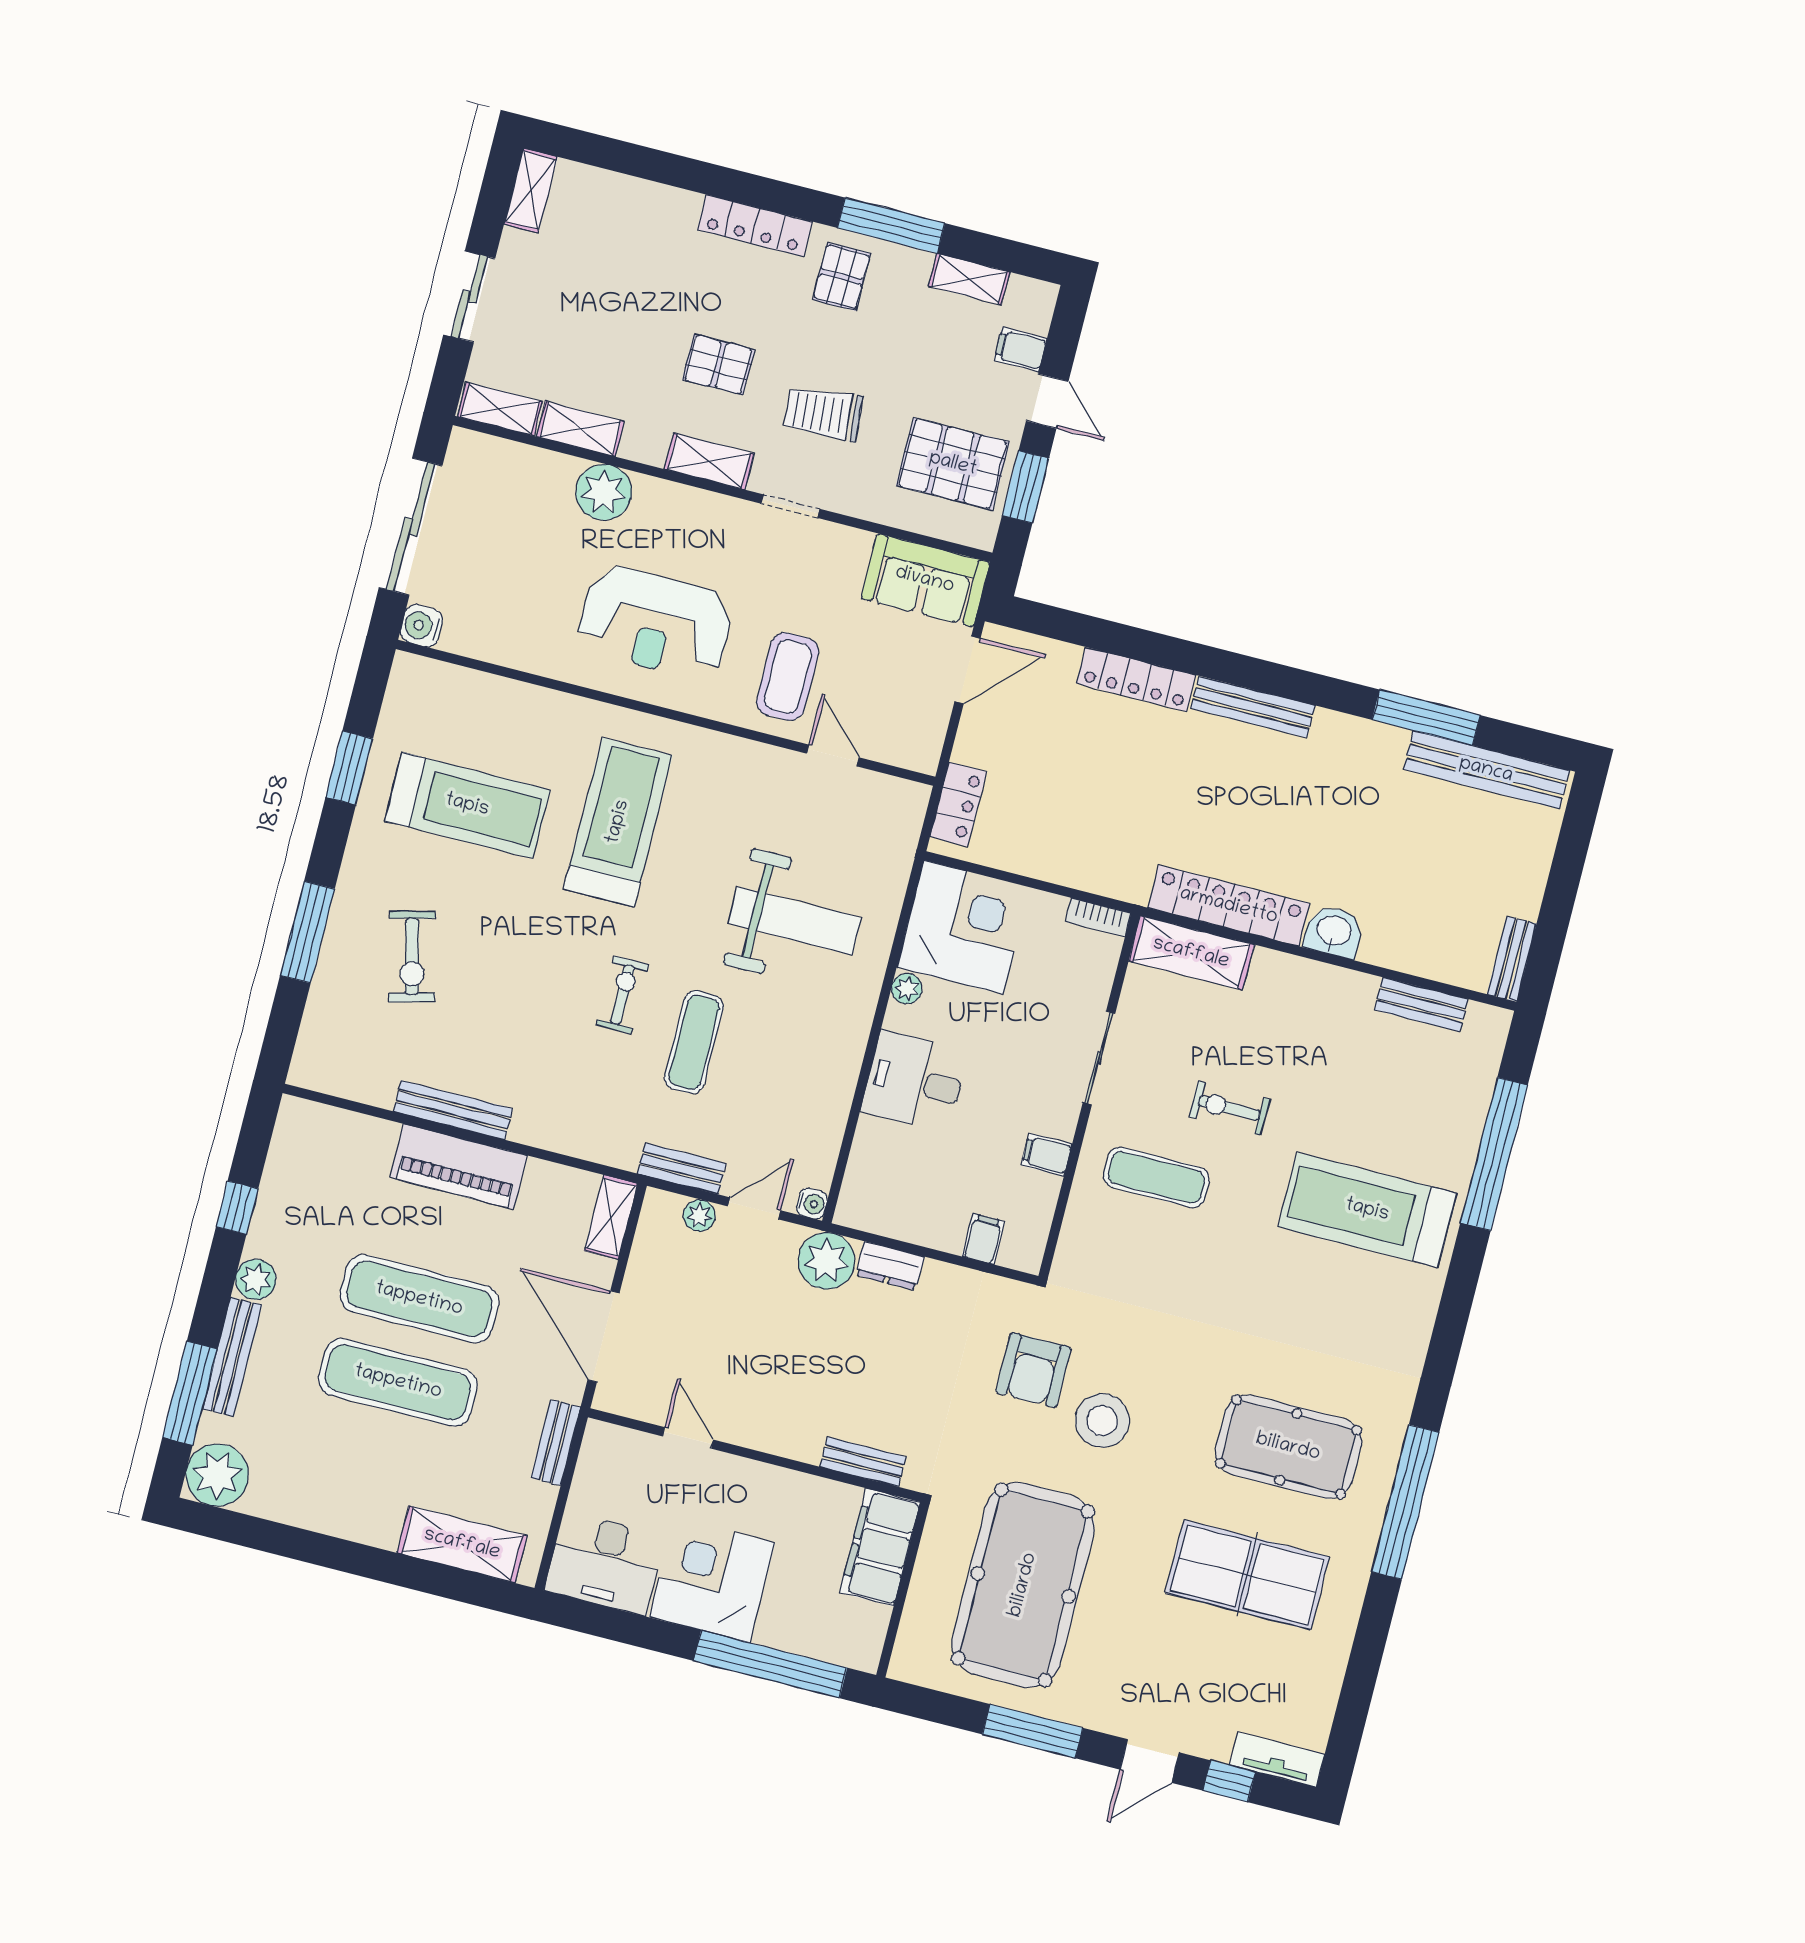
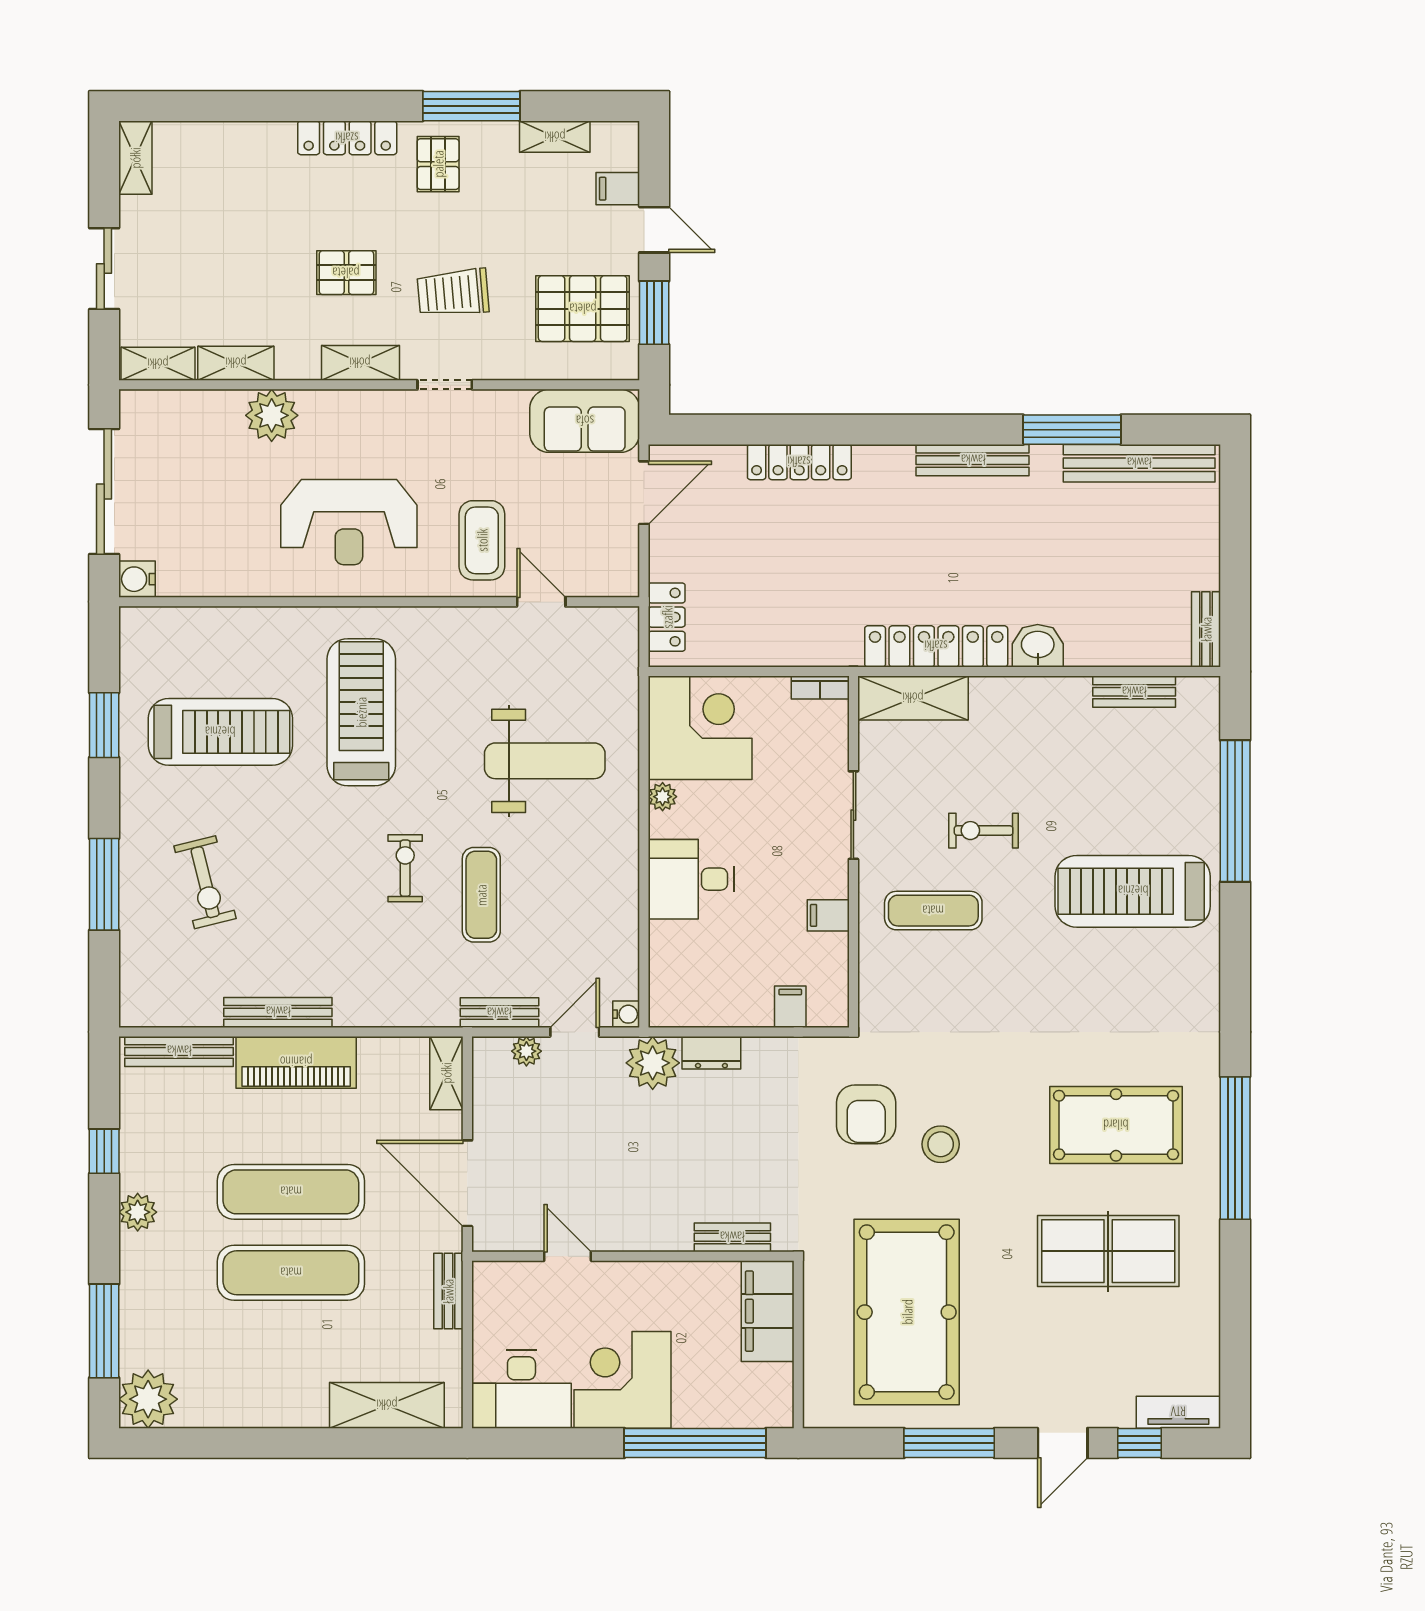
bench: (1253, 707) -> (973, 460), moved
bench: (232, 1357) -> (179, 1051), moved, turned 90
stool: (1102, 1421) -> (941, 1144), width x0.73, depth x0.73

